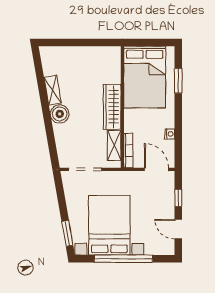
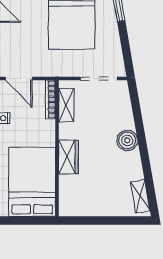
shelving: (53, 90) -> (140, 196), moved
wardrobe: (112, 107) -> (68, 157), width x0.67

